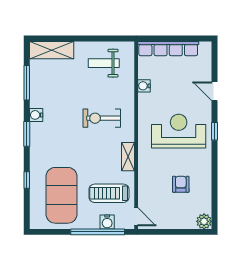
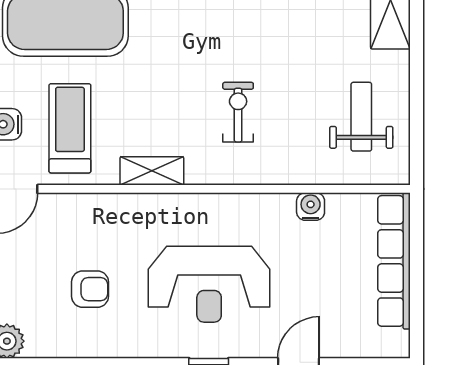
exercise bike: (102, 118) -> (238, 112), width x0.73, depth x0.72
reception desk: (179, 131) -> (209, 284), turned 90

